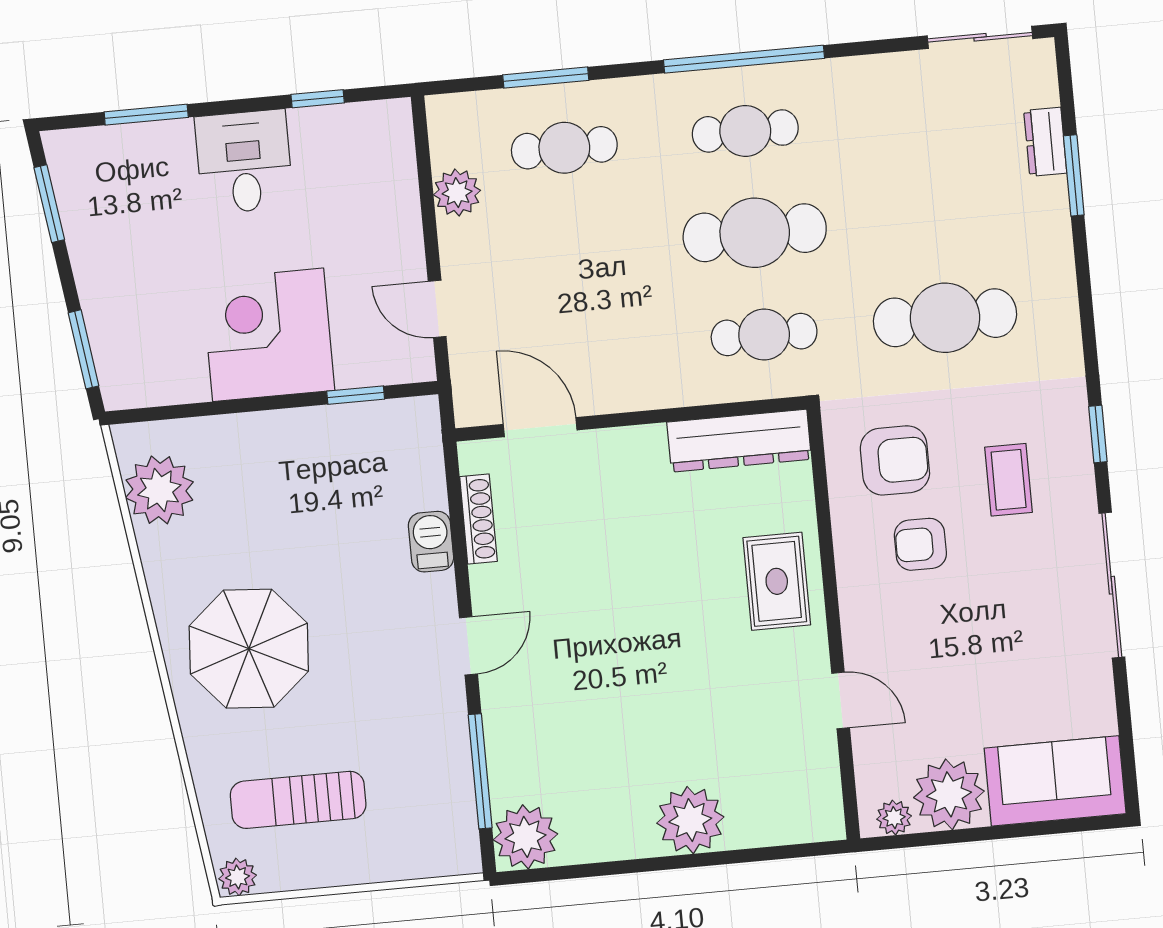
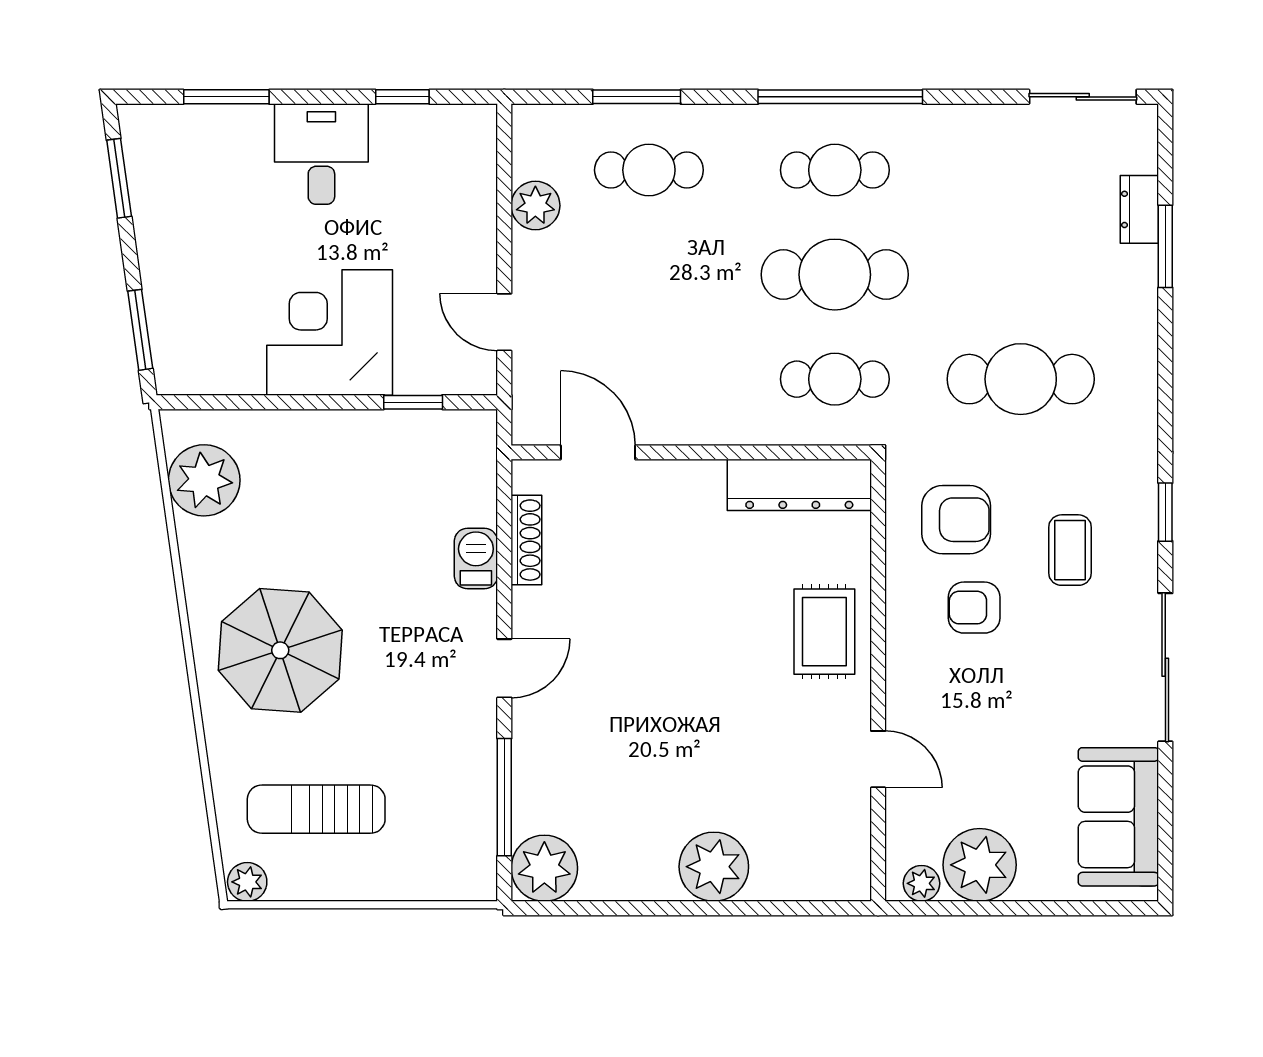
sofa: (1055, 781) -> (1118, 817), moved, turned -90

